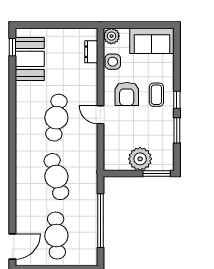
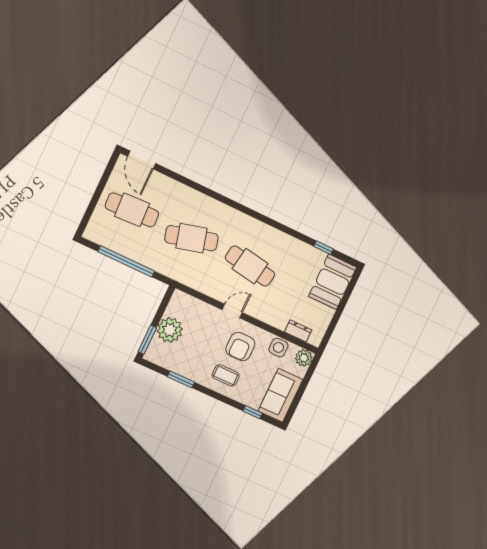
window: (12, 47) -> (324, 248), moved
booth: (30, 59) -> (333, 282), moved, turned 90
armchair: (127, 94) -> (240, 347), turned -90
window: (177, 100) -> (253, 412), moved

